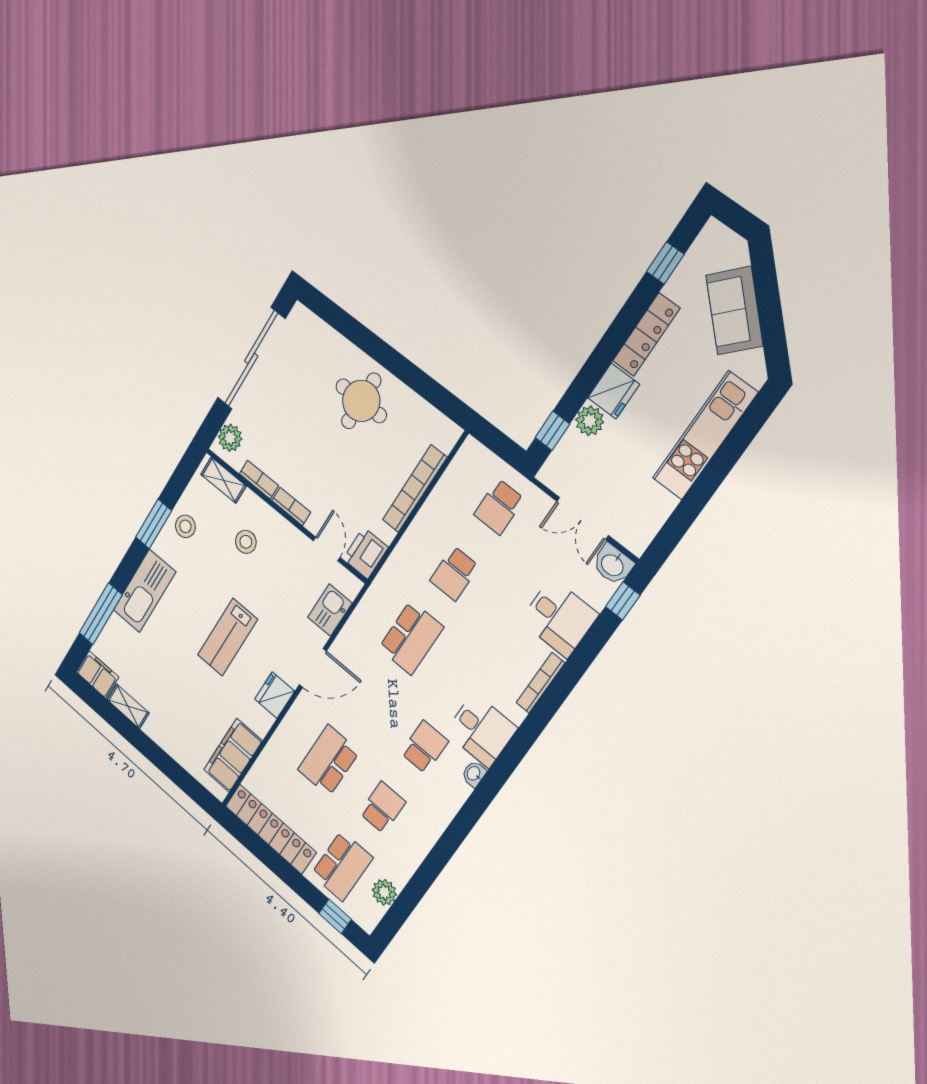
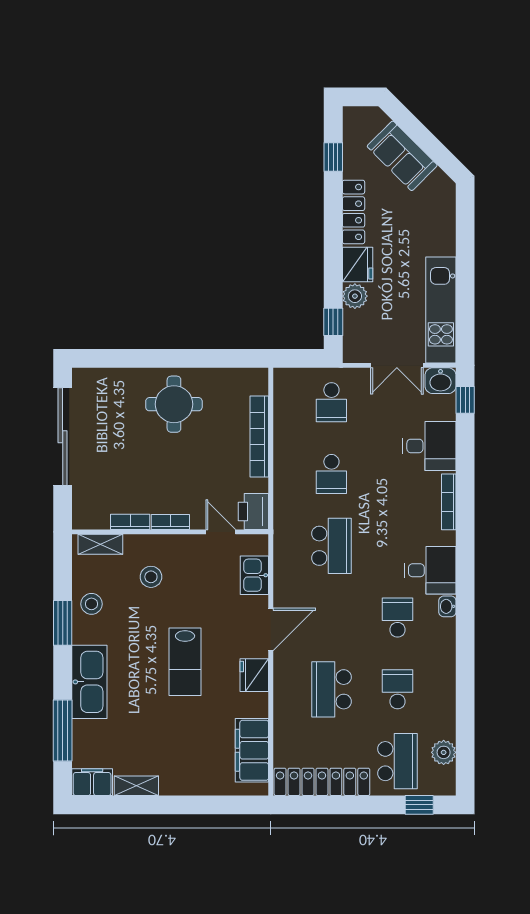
kitchen unit: (705, 436) -> (441, 310), moved
plant: (230, 438) -> (84, 508), removed

